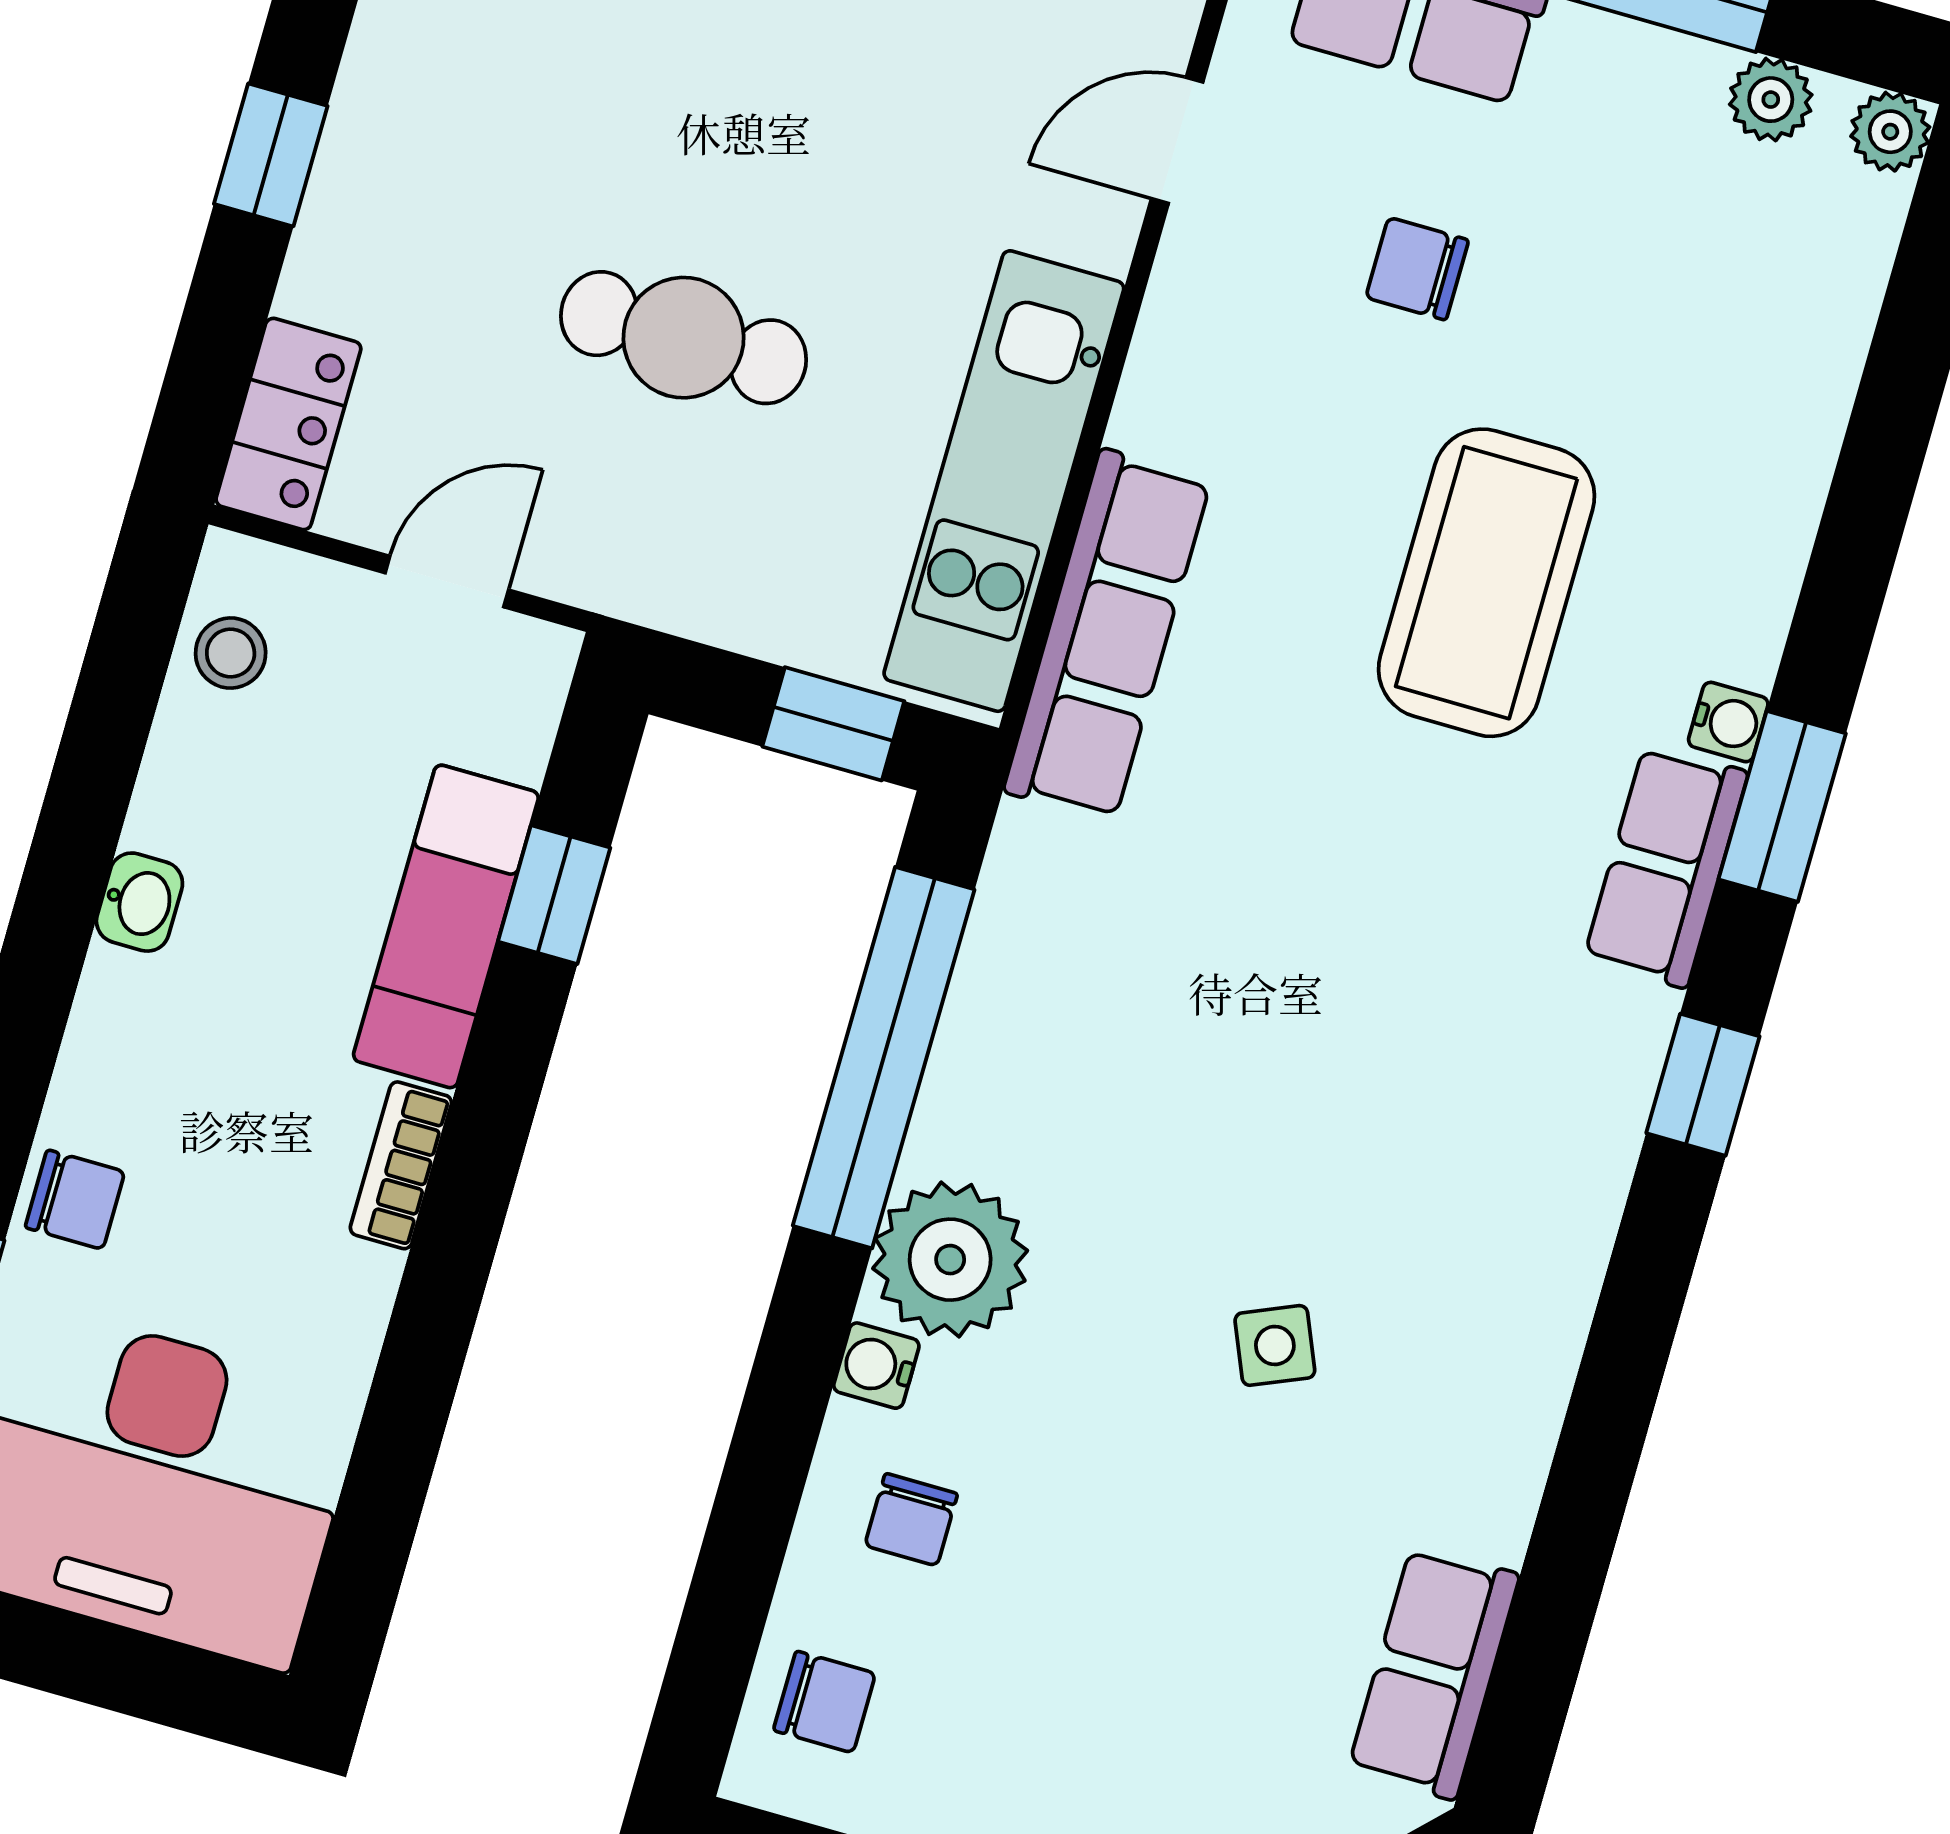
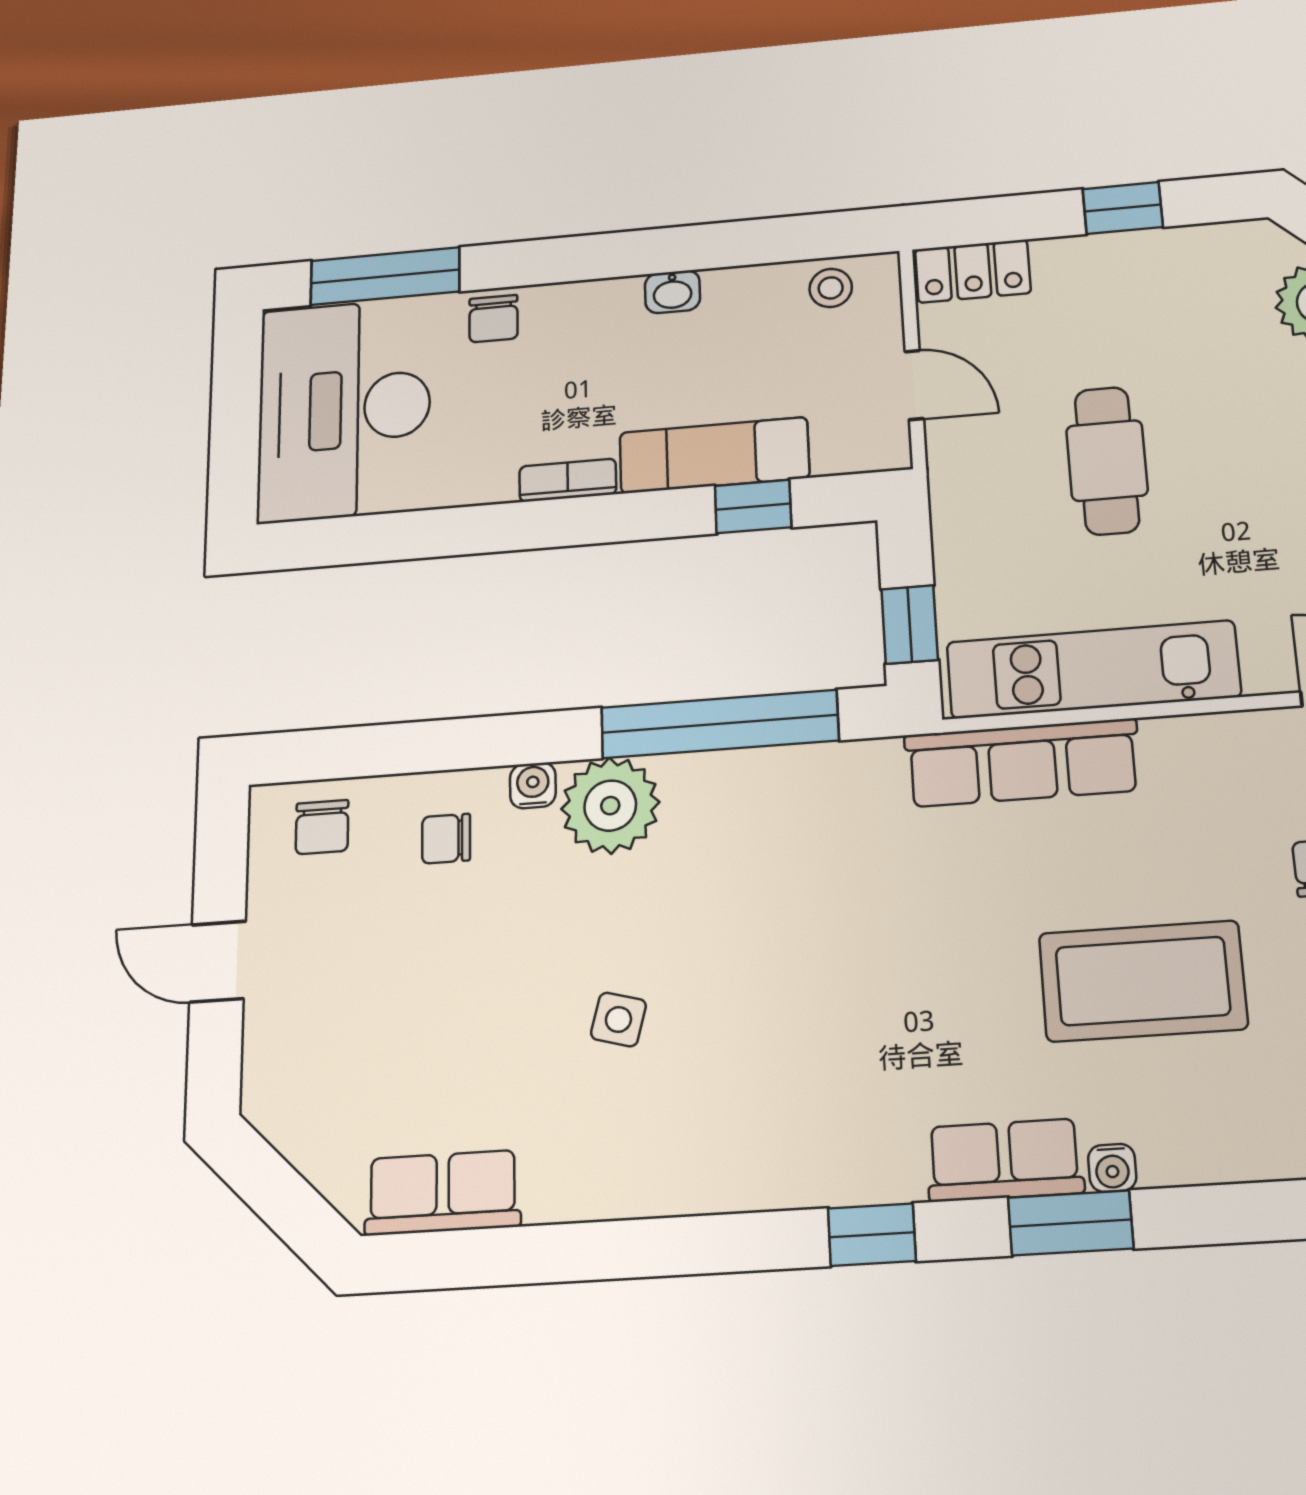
side table: (1275, 1345) -> (618, 1019), turned 38

